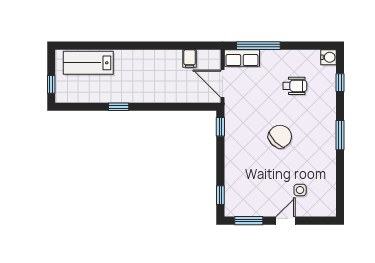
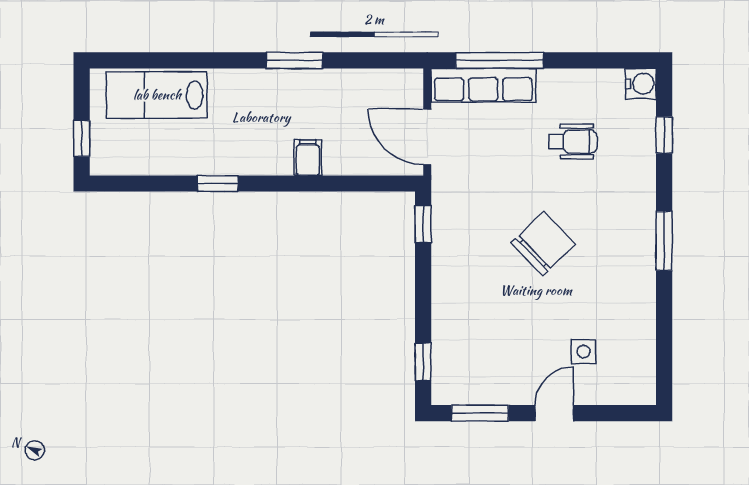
window: (157, 46) -> (295, 60), added
filing cabinet: (190, 58) -> (308, 158), moved, turned 180
row of seats: (242, 58) -> (483, 85), width x1.48

